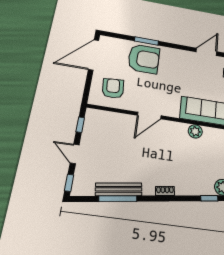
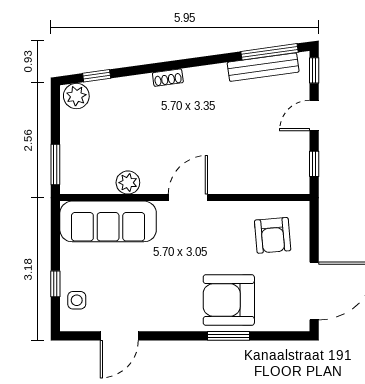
door: (149, 116) -> (188, 198), moved
door: (75, 154) -> (314, 116), swing flipped
bench: (119, 189) -> (263, 67), moved
window: (118, 199) -> (270, 52), moved

